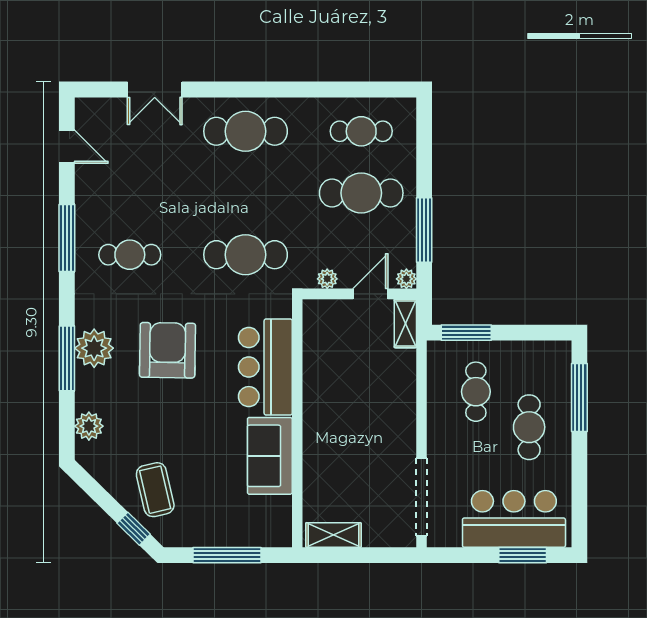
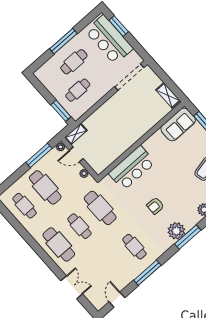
cafe table: (246, 193) -> (79, 226), added
armchair: (168, 350) -> (155, 206), width x0.53, depth x0.53
window: (579, 397) -> (63, 41), moved
sofa: (270, 456) -> (178, 124), moved

